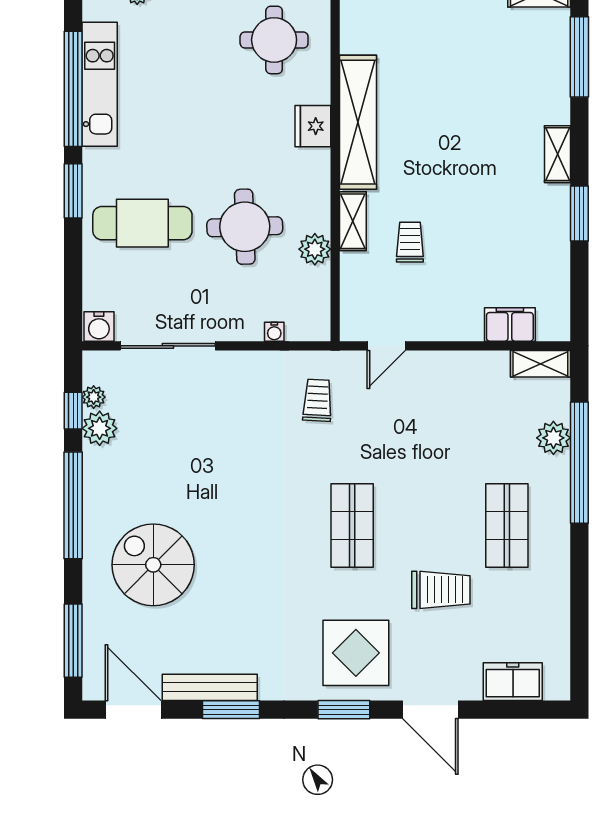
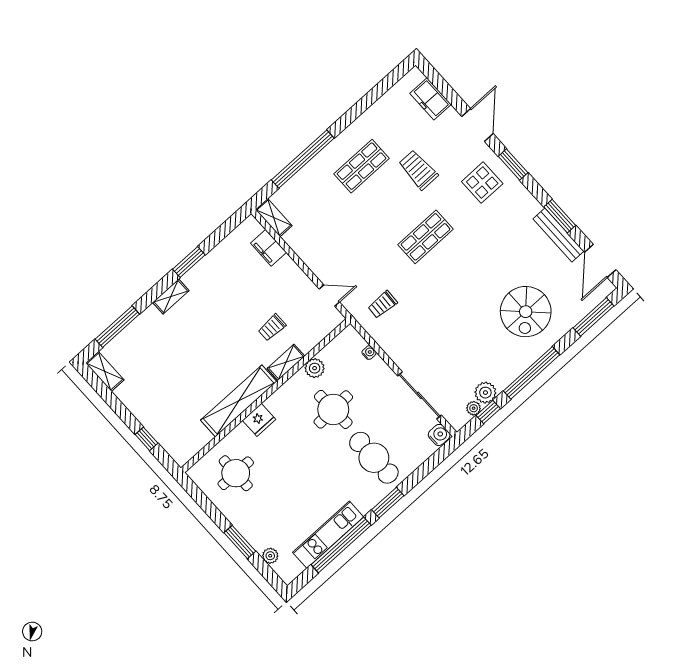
plant: (553, 438) -> (302, 181), removed
display table: (356, 653) -> (482, 183), width x0.73, depth x0.73

